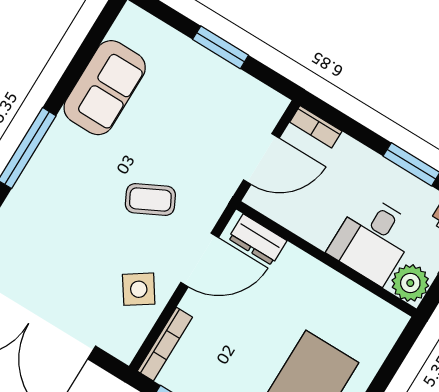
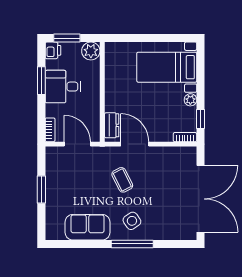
desk: (373, 239) -> (63, 87), moved, turned 180
side table: (139, 289) -> (132, 221), moved
bookcase: (165, 344) -> (185, 137), width x0.64

